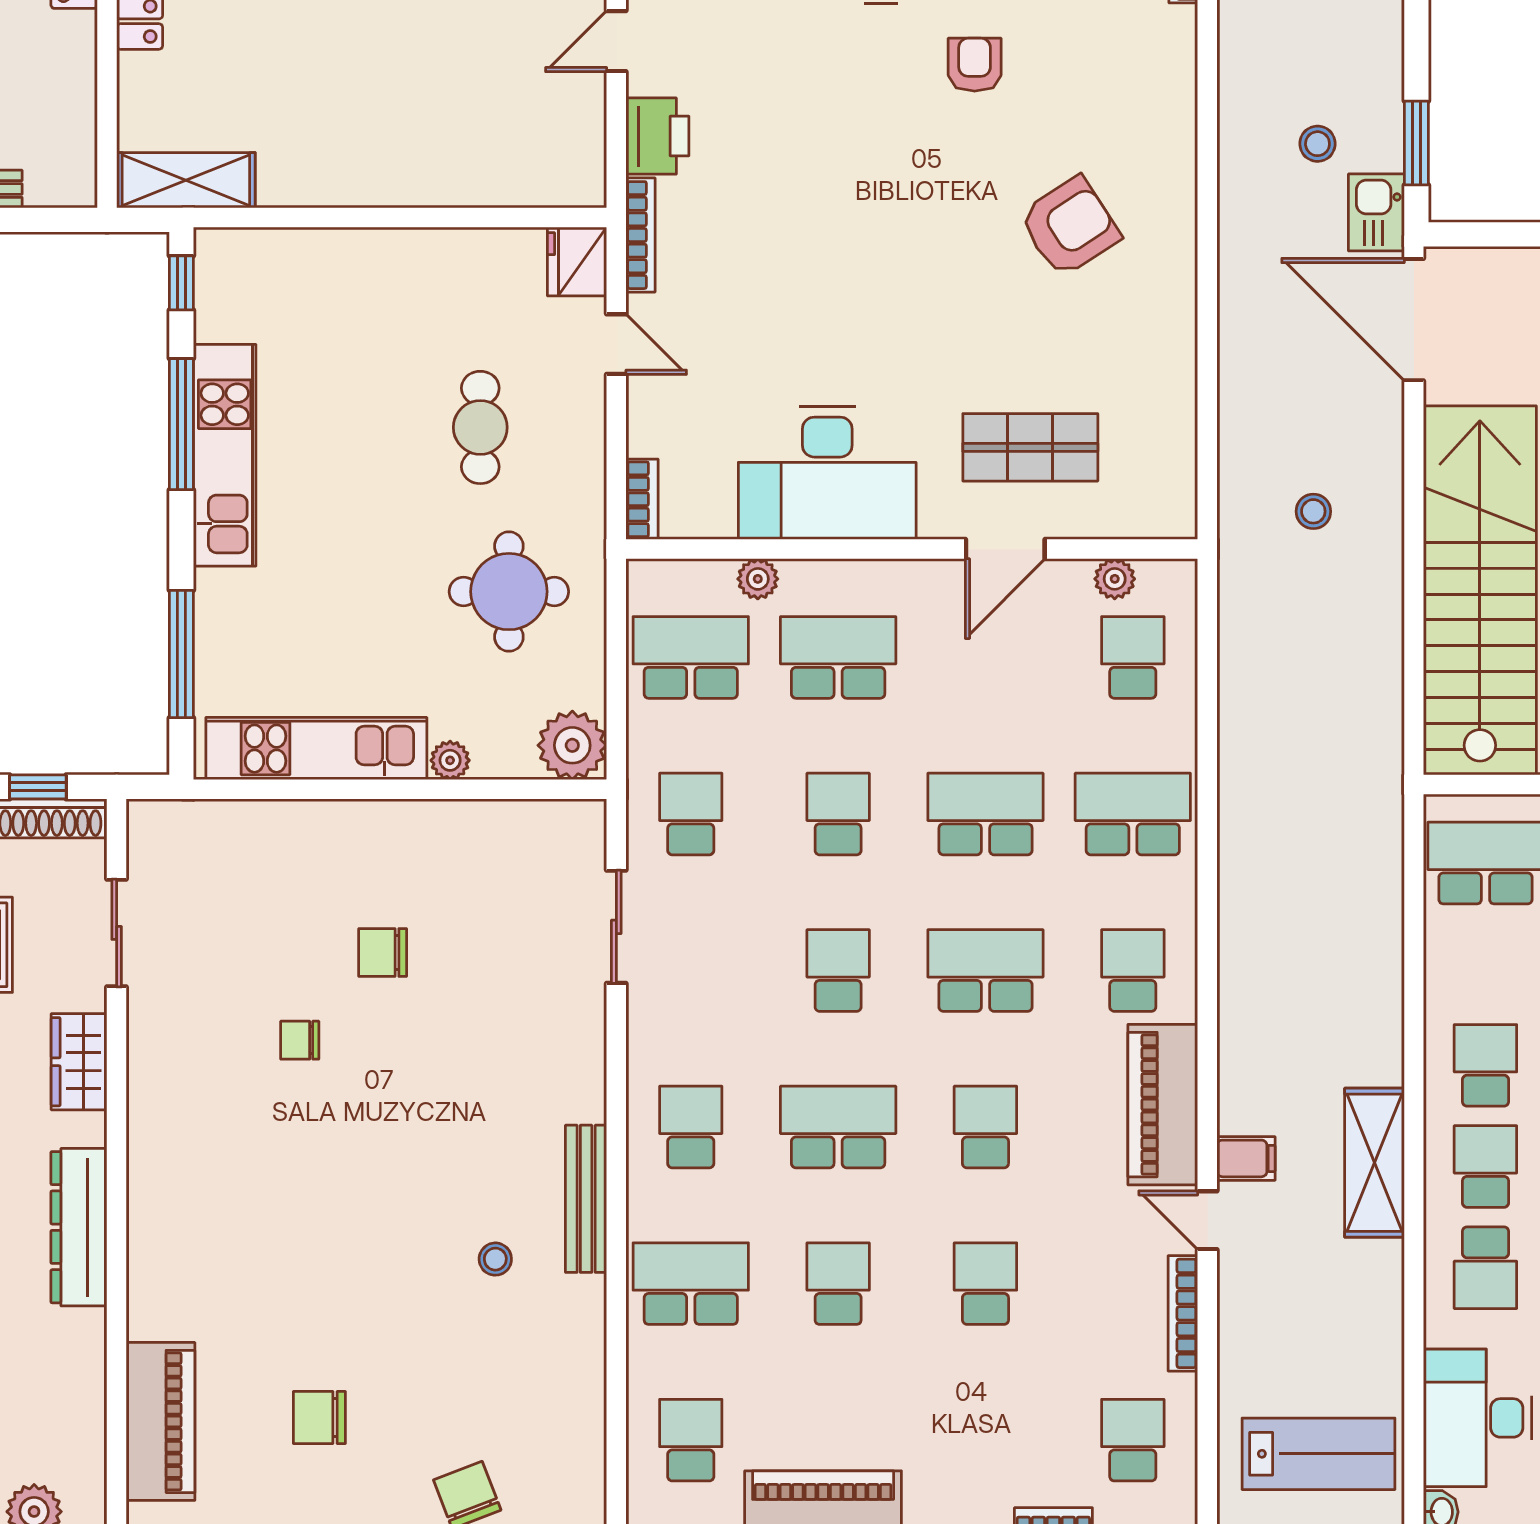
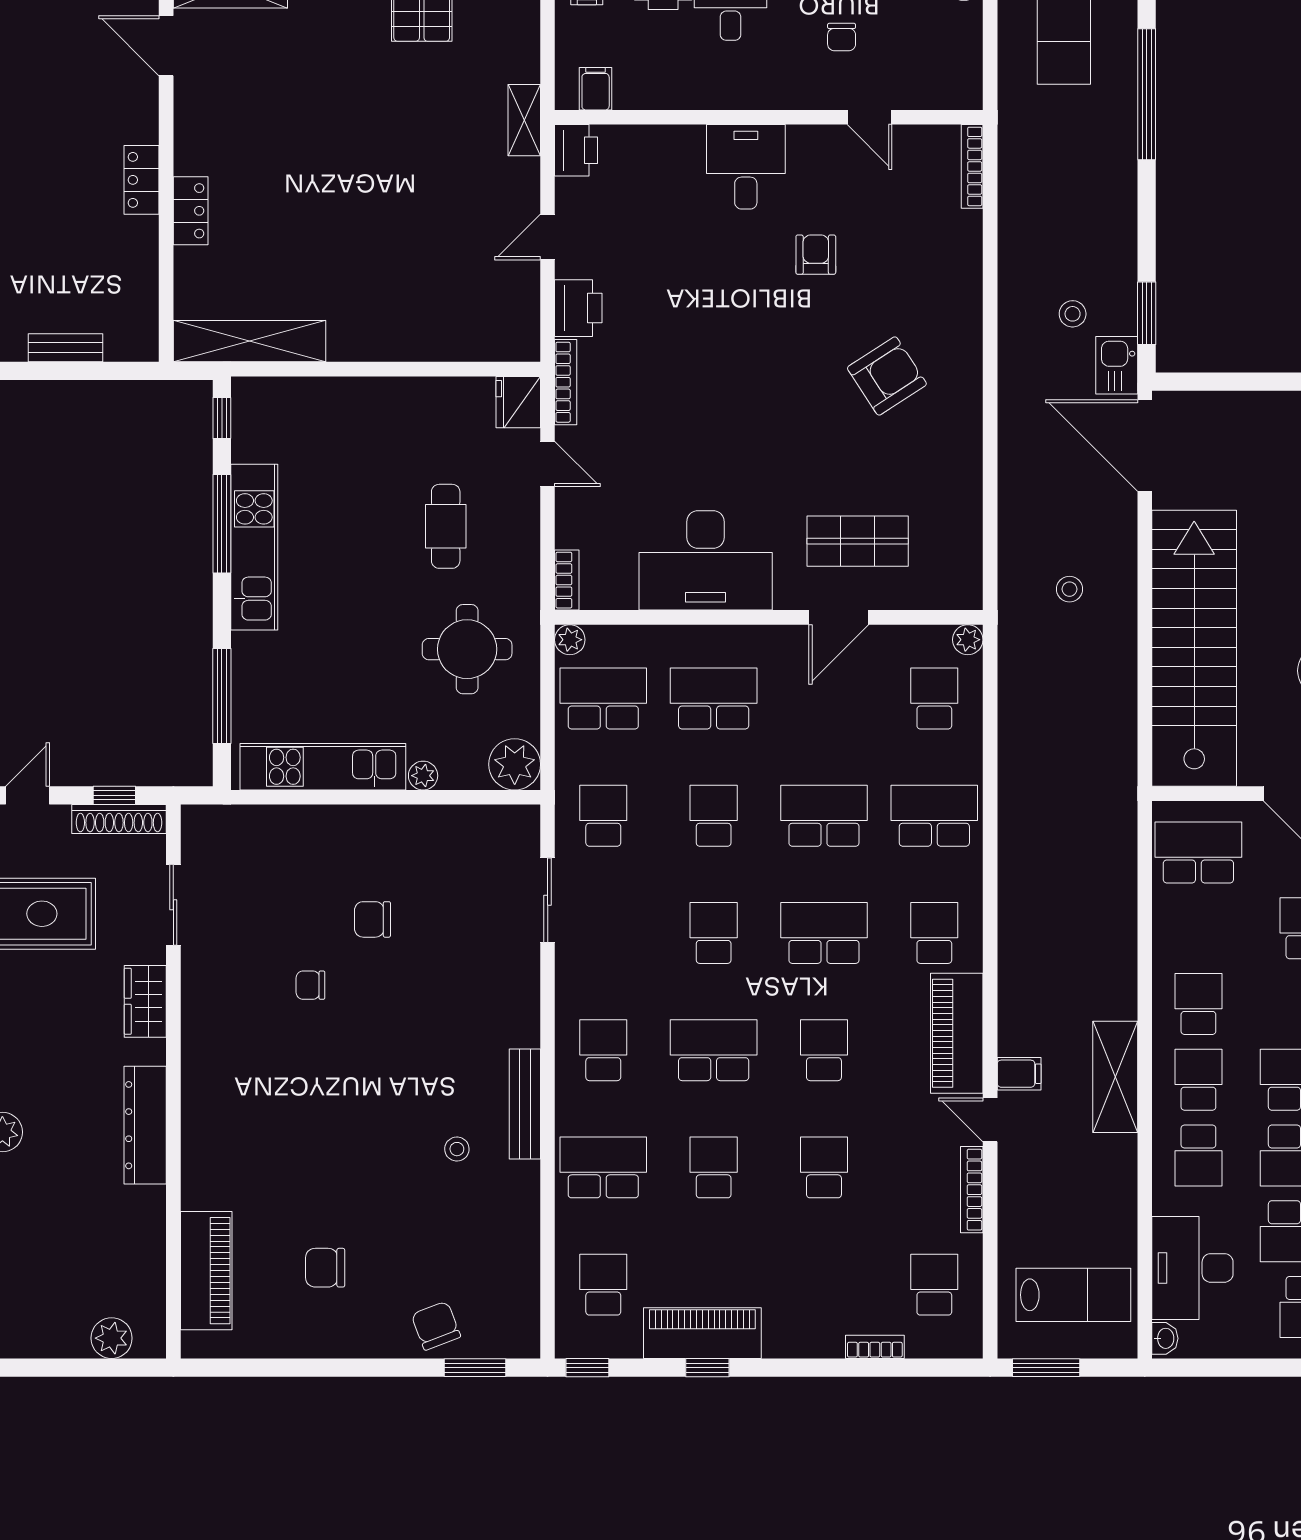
shelving: (186, 180) -> (249, 341), width x1.47
plant: (758, 579) -> (570, 640), moved
plant: (1115, 579) -> (968, 640), moved

